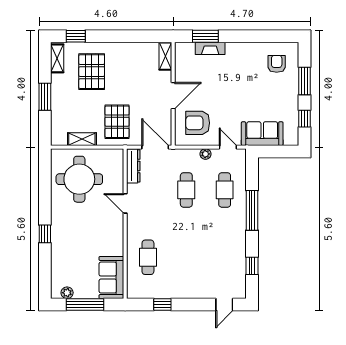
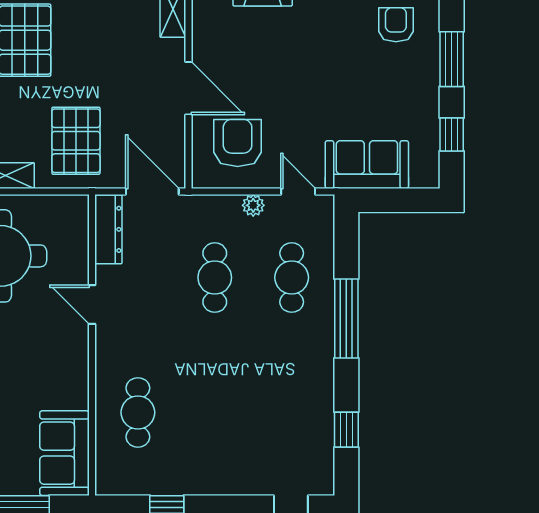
door: (173, 96) -> (188, 88), hinge flipped
armchair: (198, 123) -> (238, 143), turned 90

